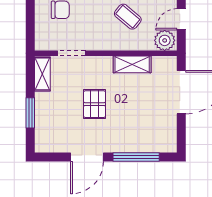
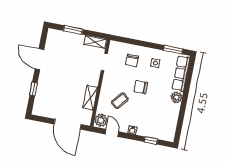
pallet: (95, 104) -> (71, 70), removed
window: (136, 157) -> (34, 89), width x0.46

